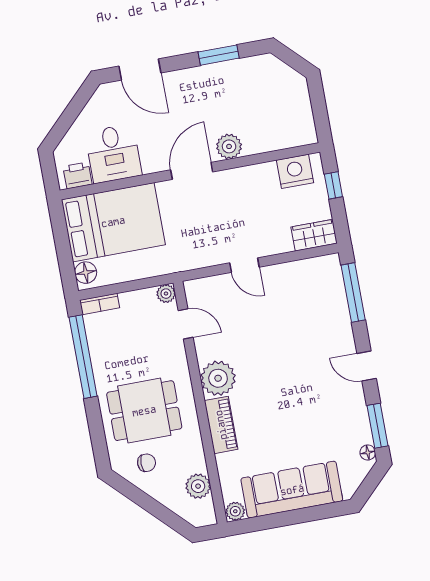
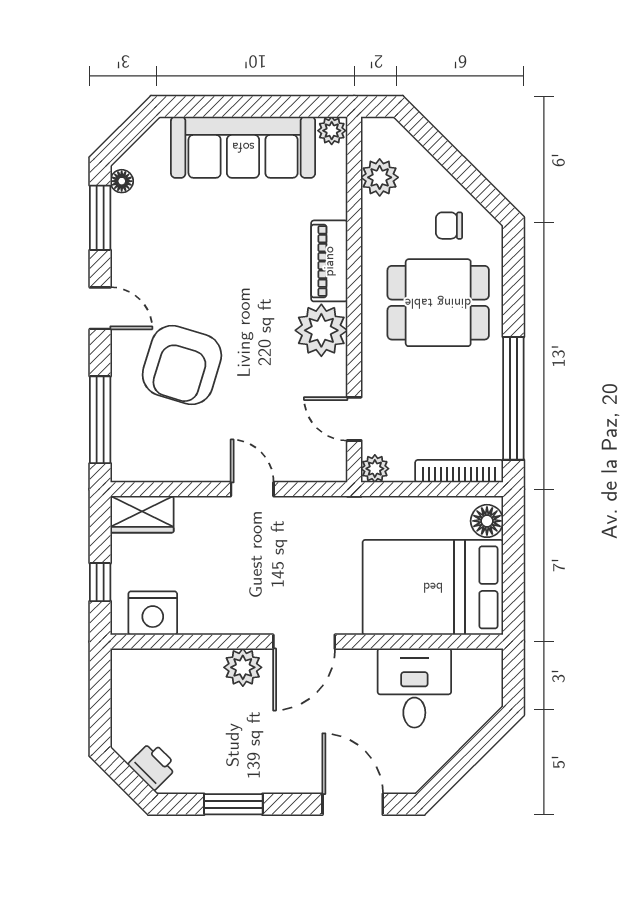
printer: (78, 175) -> (153, 766), moved, turned -135
bookcase: (100, 304) -> (459, 471), width x1.56
armchair: (306, 339) -> (182, 365), added

